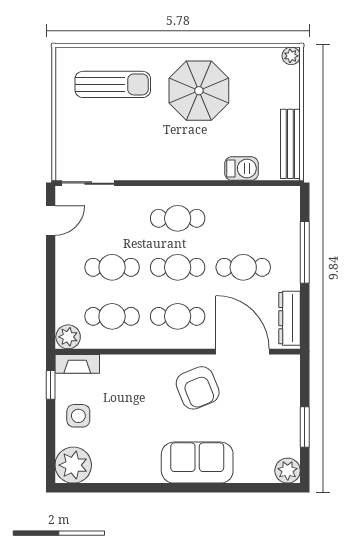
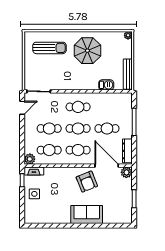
plant: (73, 465) -> (32, 216), removed
plant: (288, 471) -> (126, 172), moved

